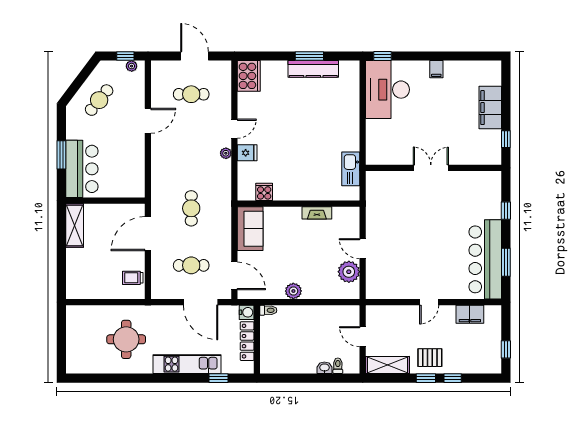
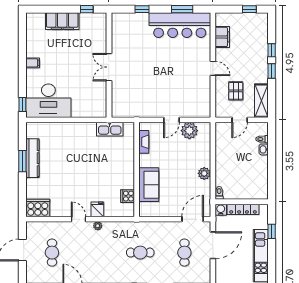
fireplace: (317, 213) -> (144, 142), moved
sofa: (250, 229) -> (149, 185), moved, turned 90
pallet: (430, 358) -> (236, 91), moved

